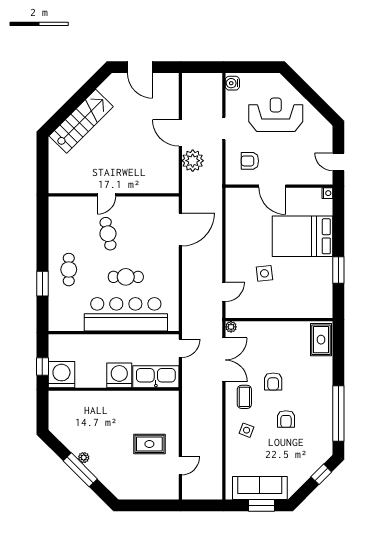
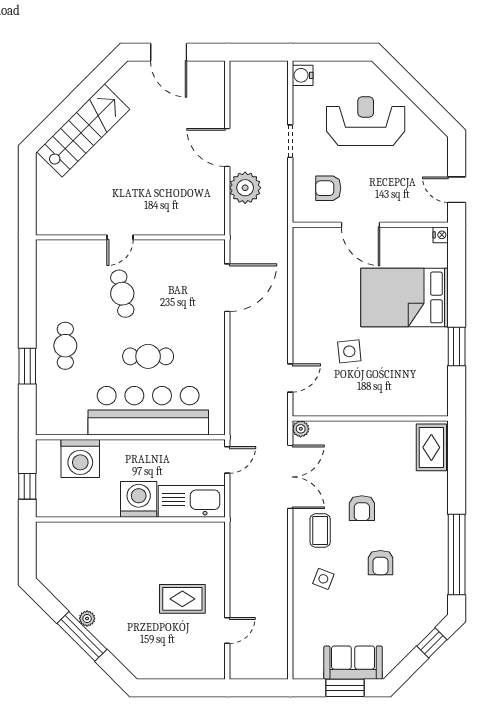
washing machine: (61, 375) -> (80, 459), moved, turned 180
sofa: (260, 488) -> (353, 663), width x0.73

